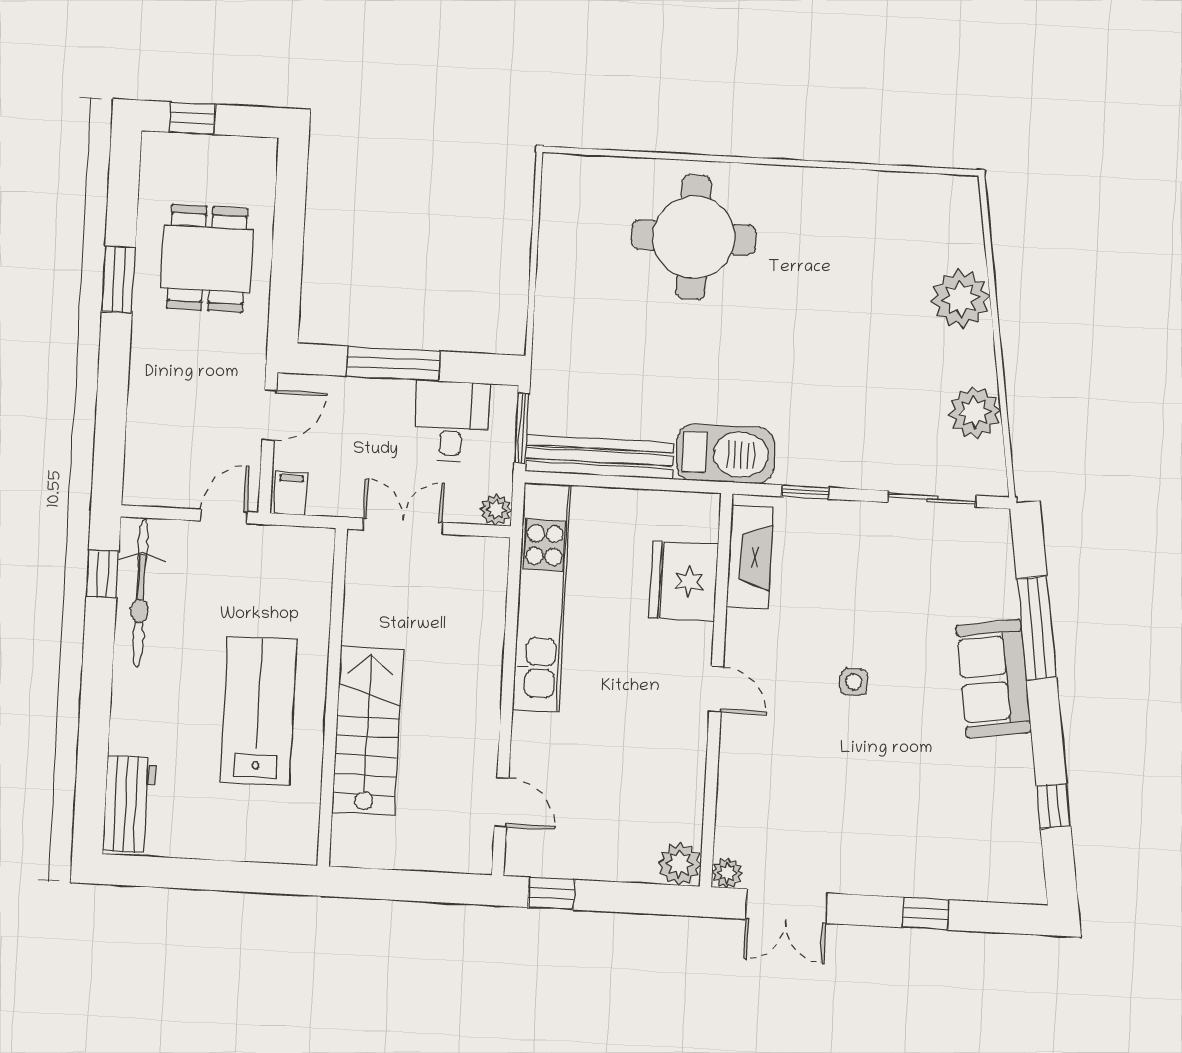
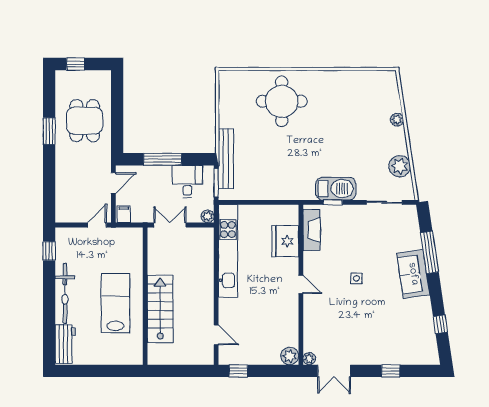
plant: (961, 299) -> (397, 120), width x0.53, depth x0.53
barbecue: (726, 454) -> (336, 189), moved
bench: (600, 457) -> (226, 159), moved, turned 90
bicycle: (140, 593) -> (65, 293), moved

